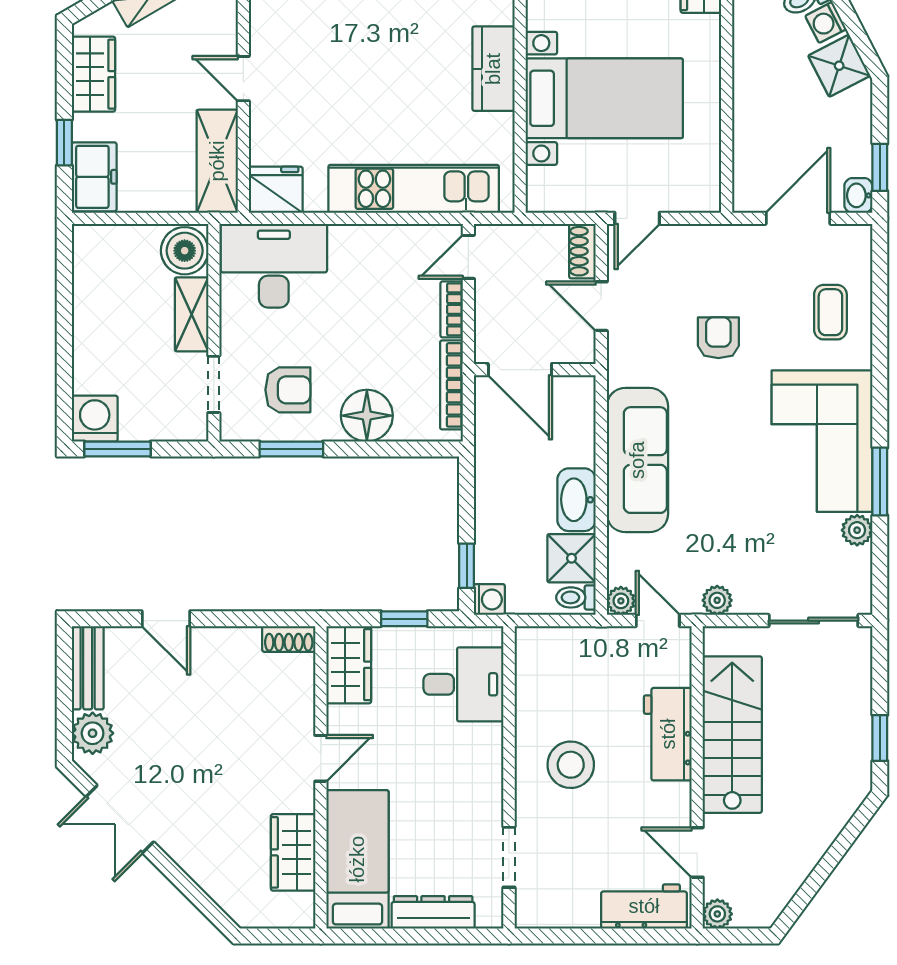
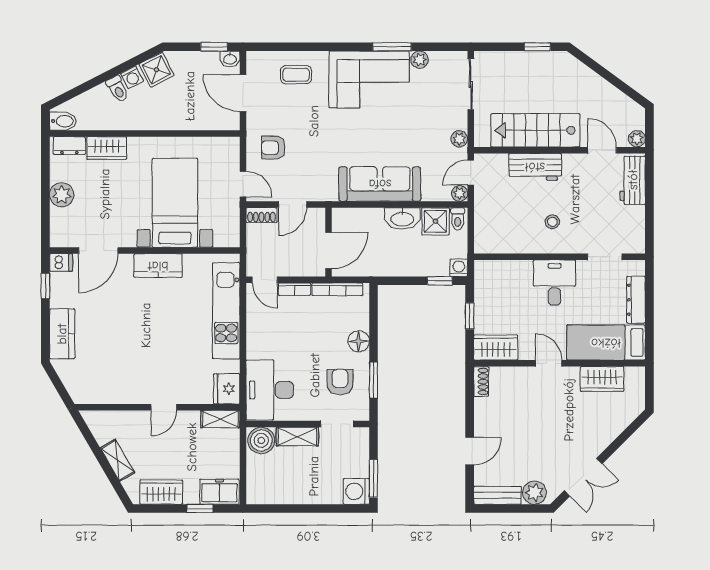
shelving: (217, 161) -> (220, 419), width x0.67, depth x0.75
armchair: (718, 338) -> (273, 148), moved
floor lamp: (367, 416) -> (359, 341), width x0.73, depth x0.73
desk: (463, 684) -> (555, 283), moved
stool: (571, 765) -> (552, 222), width x0.53, depth x0.53
door: (697, 852) -> (602, 150), swing flipped

